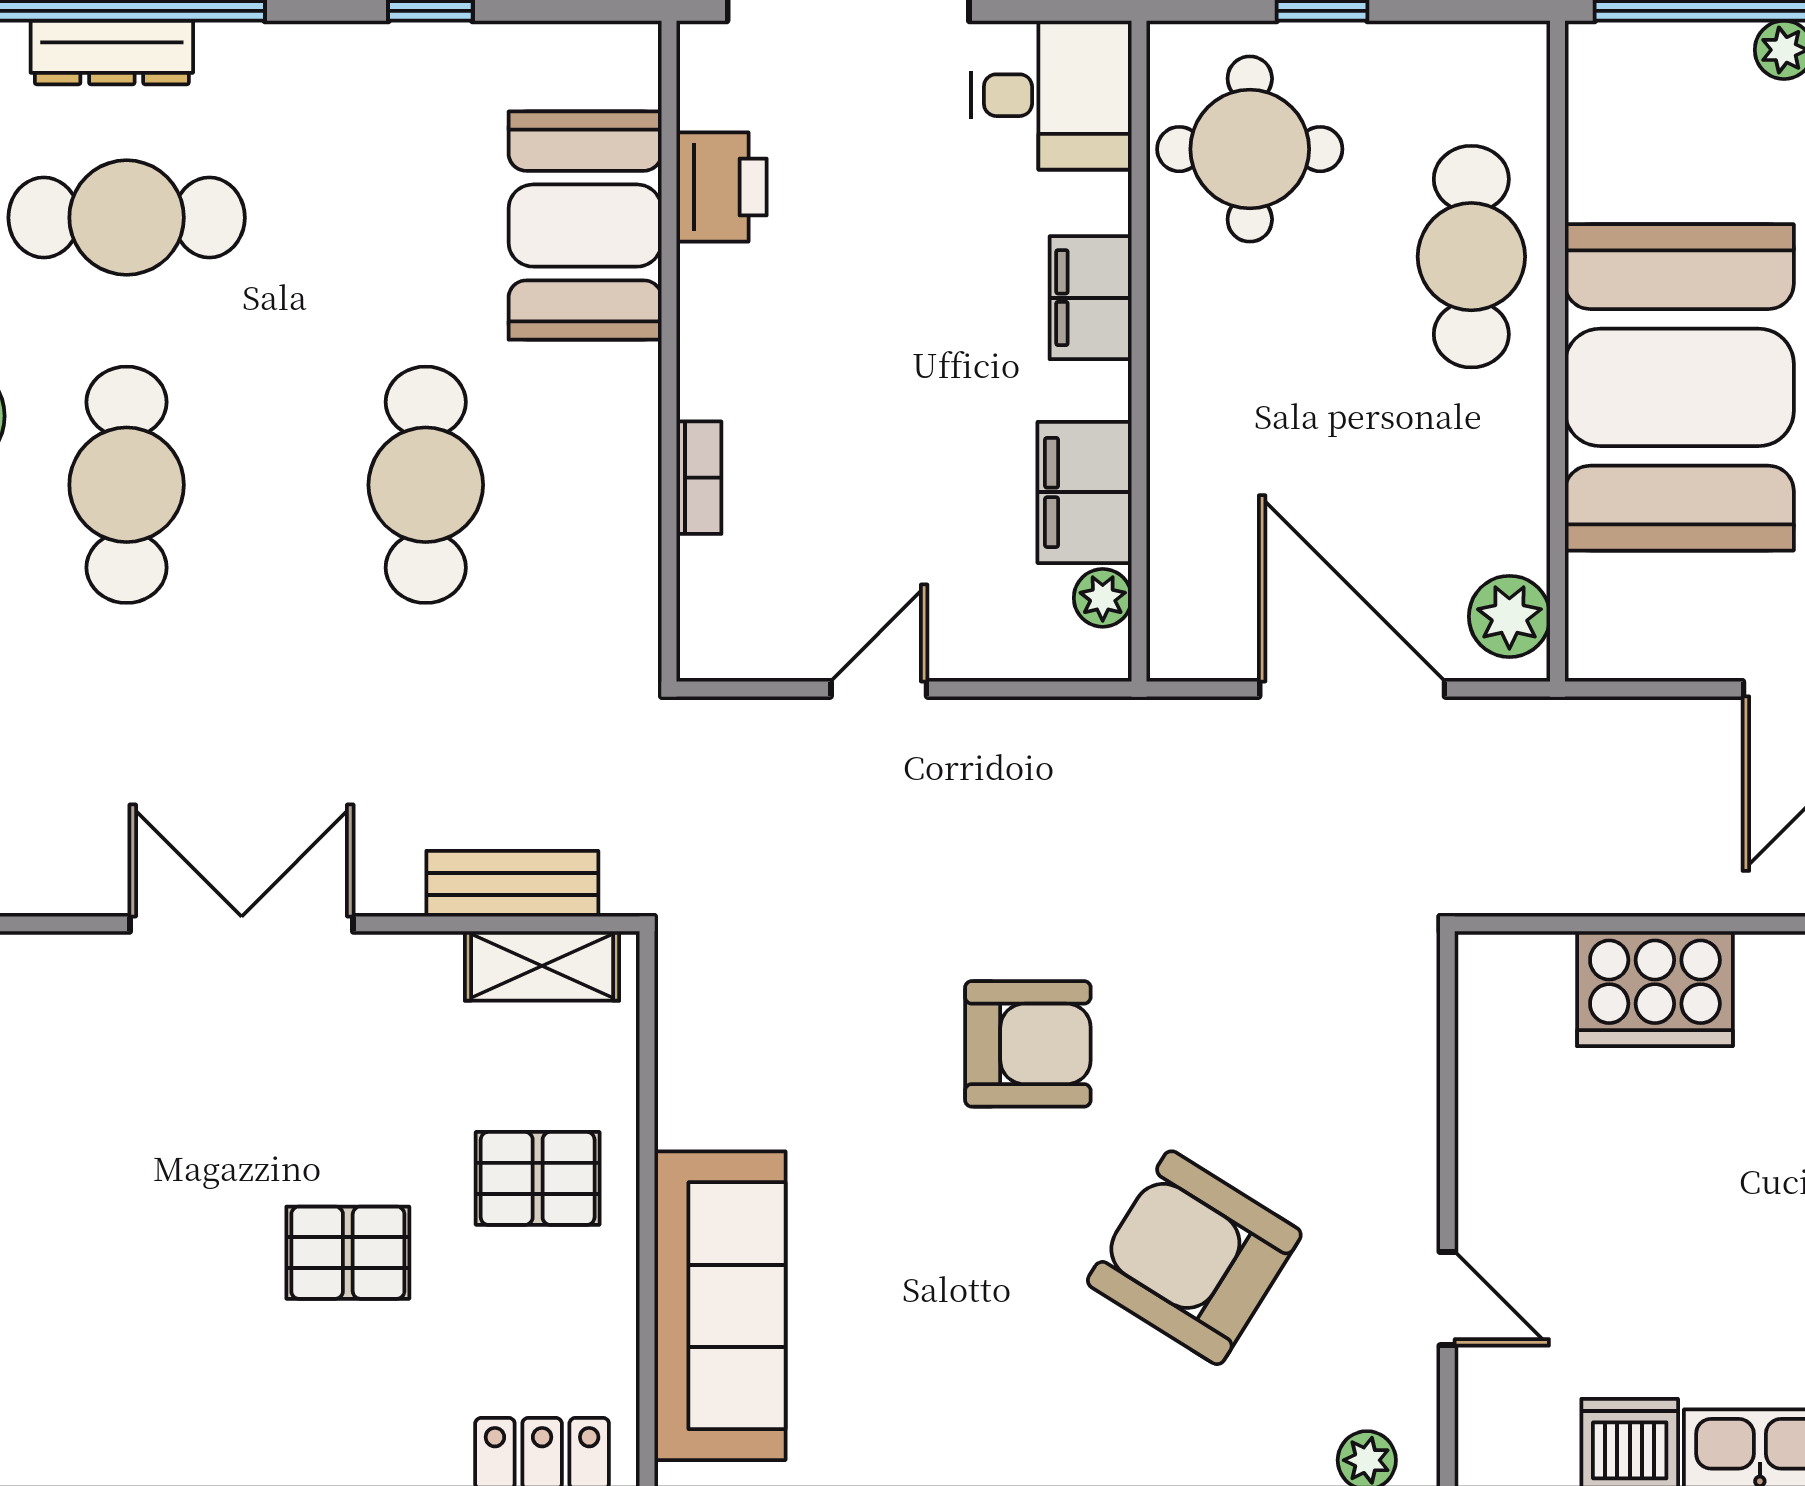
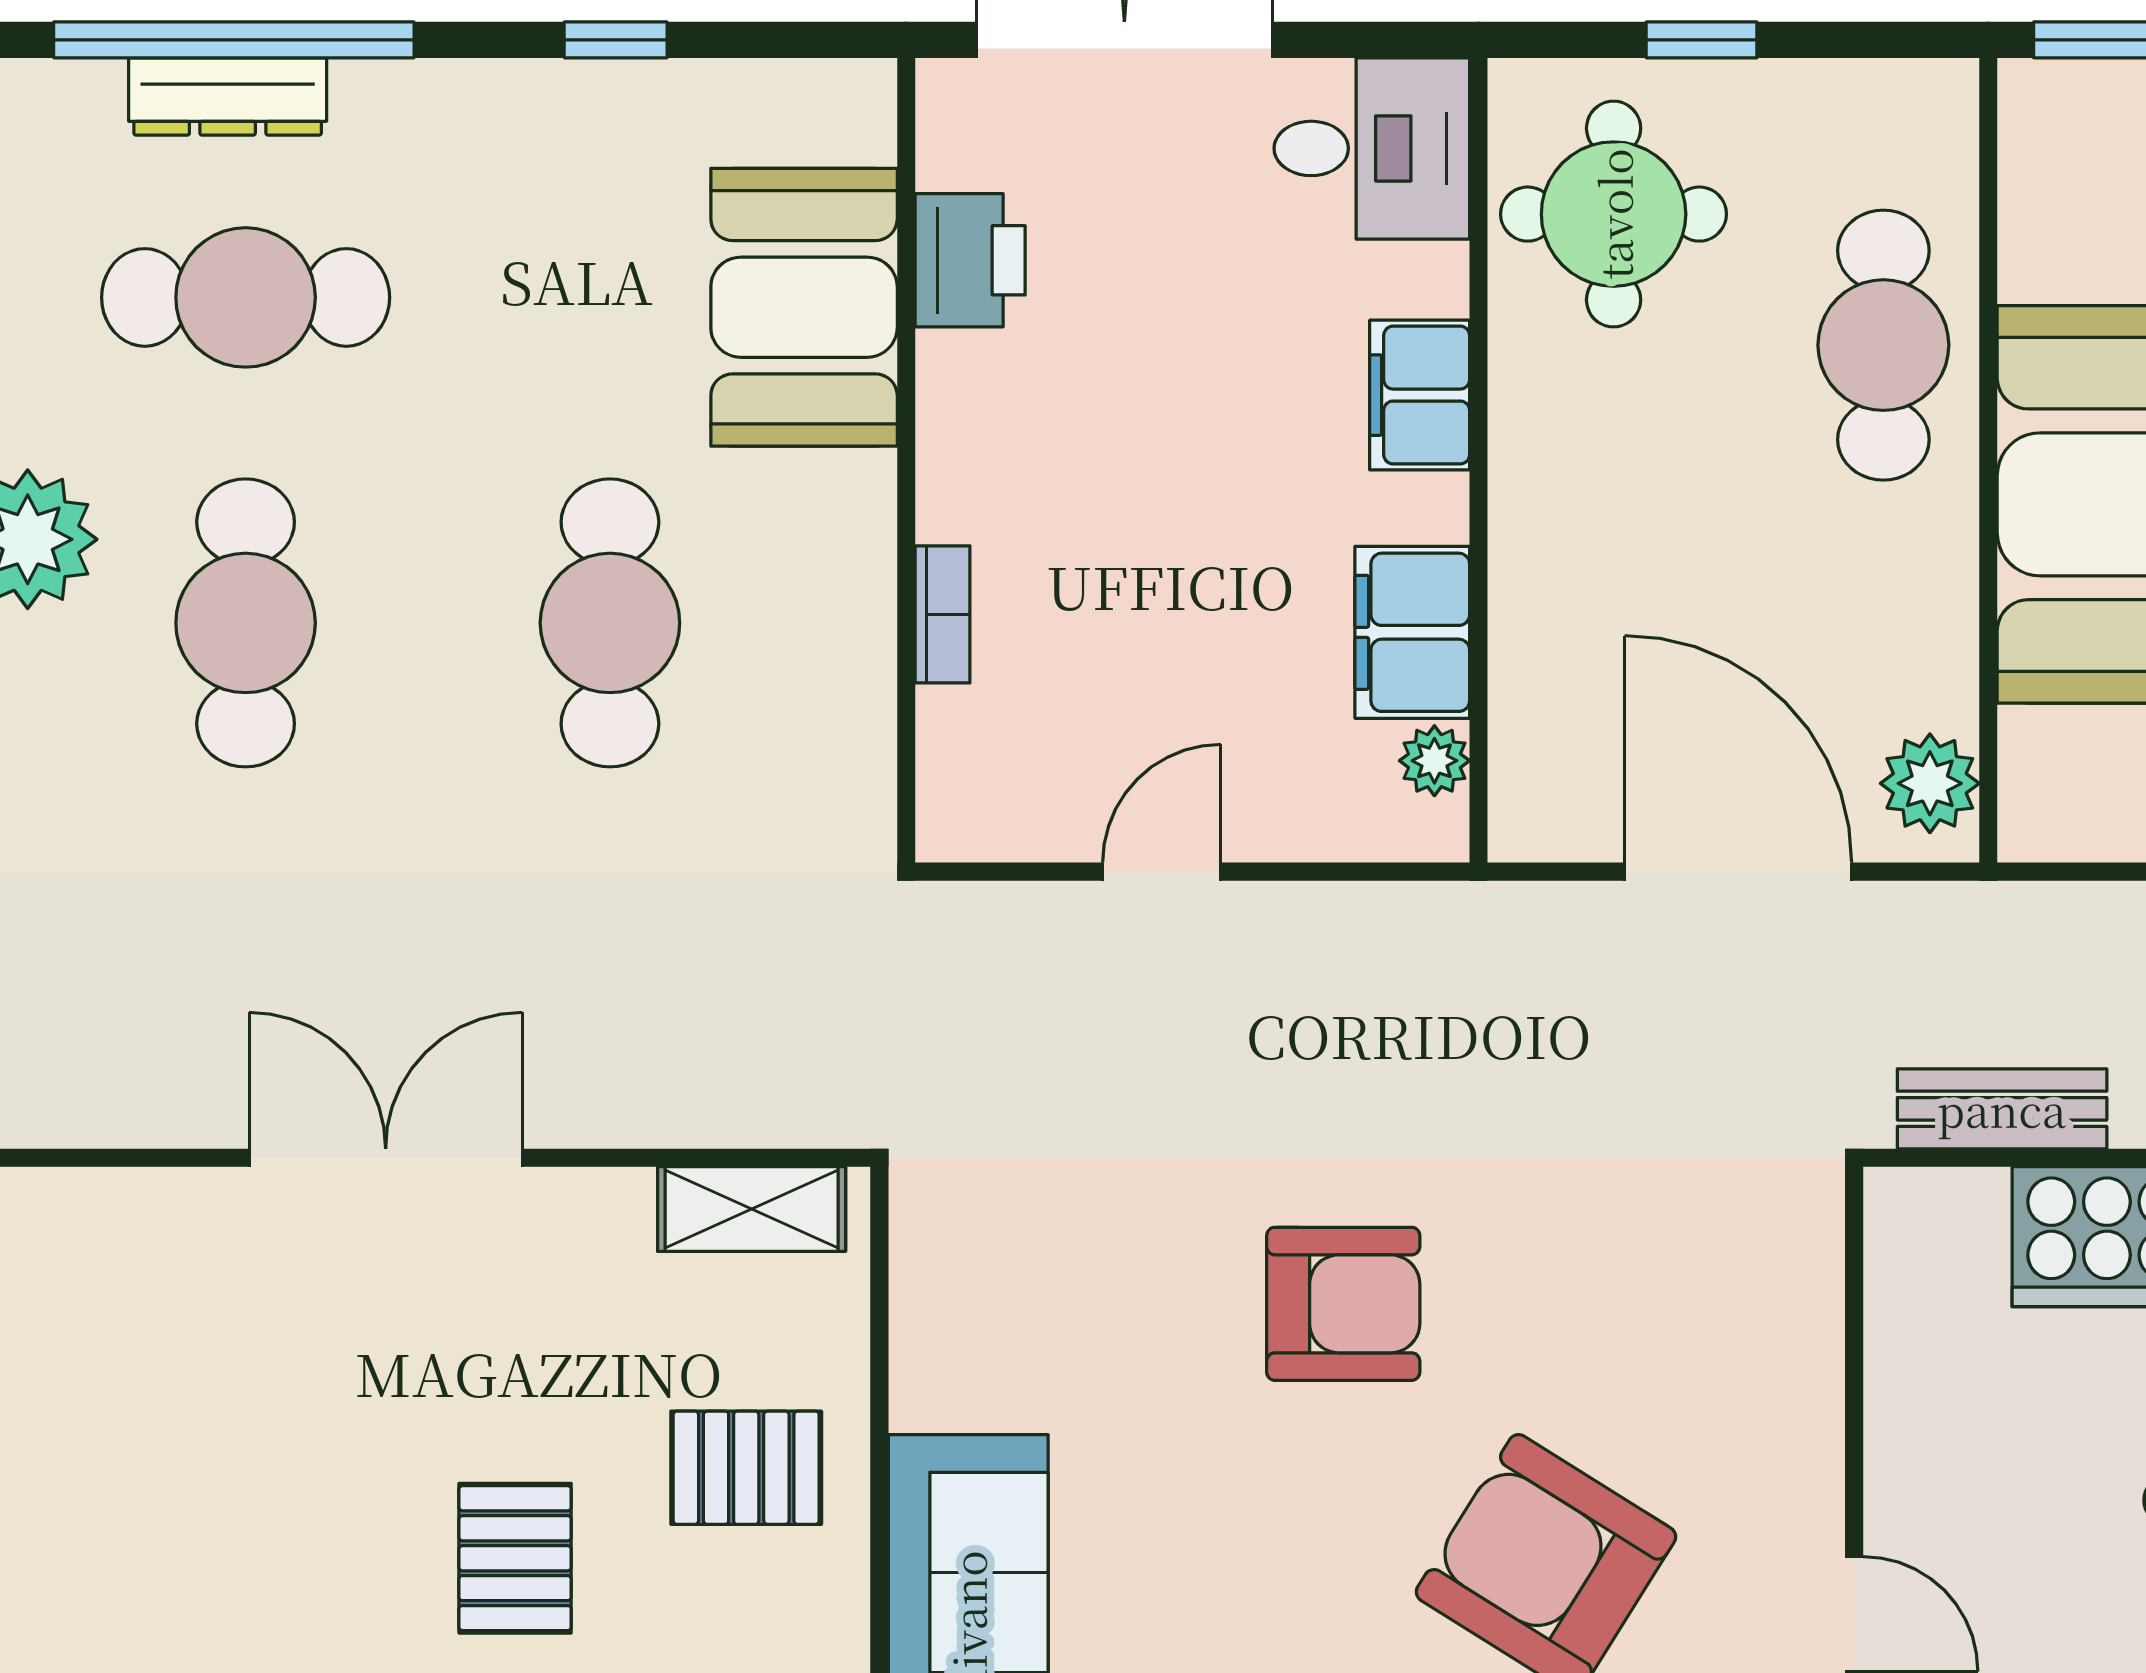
bench: (512, 884) -> (2002, 1109), moved
pallet: (348, 1253) -> (515, 1558), turned 90

